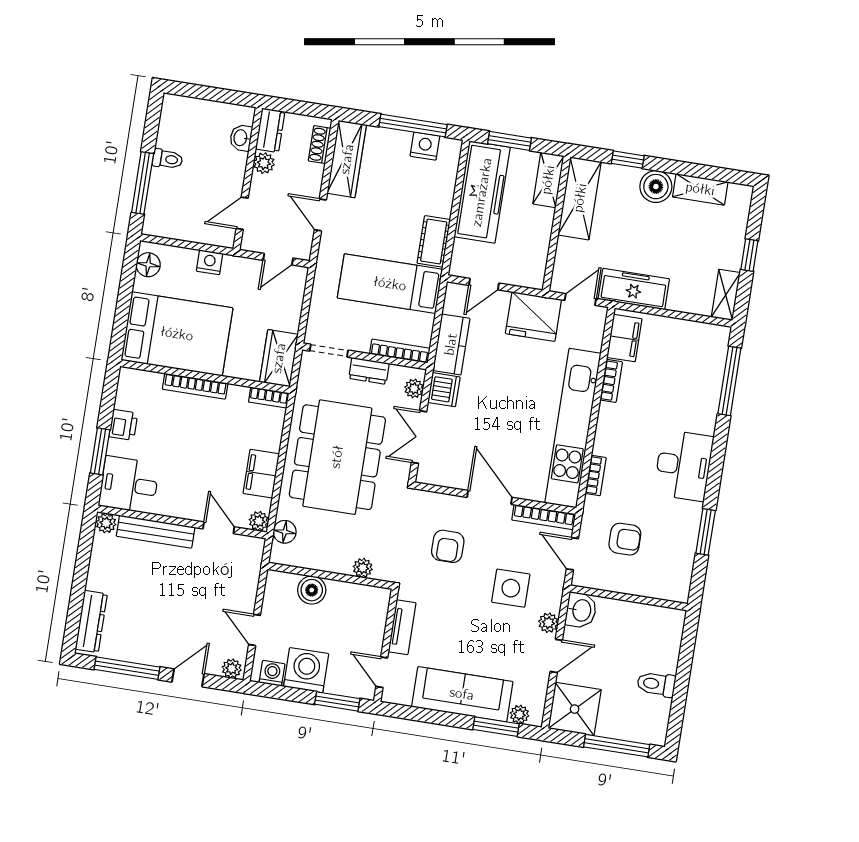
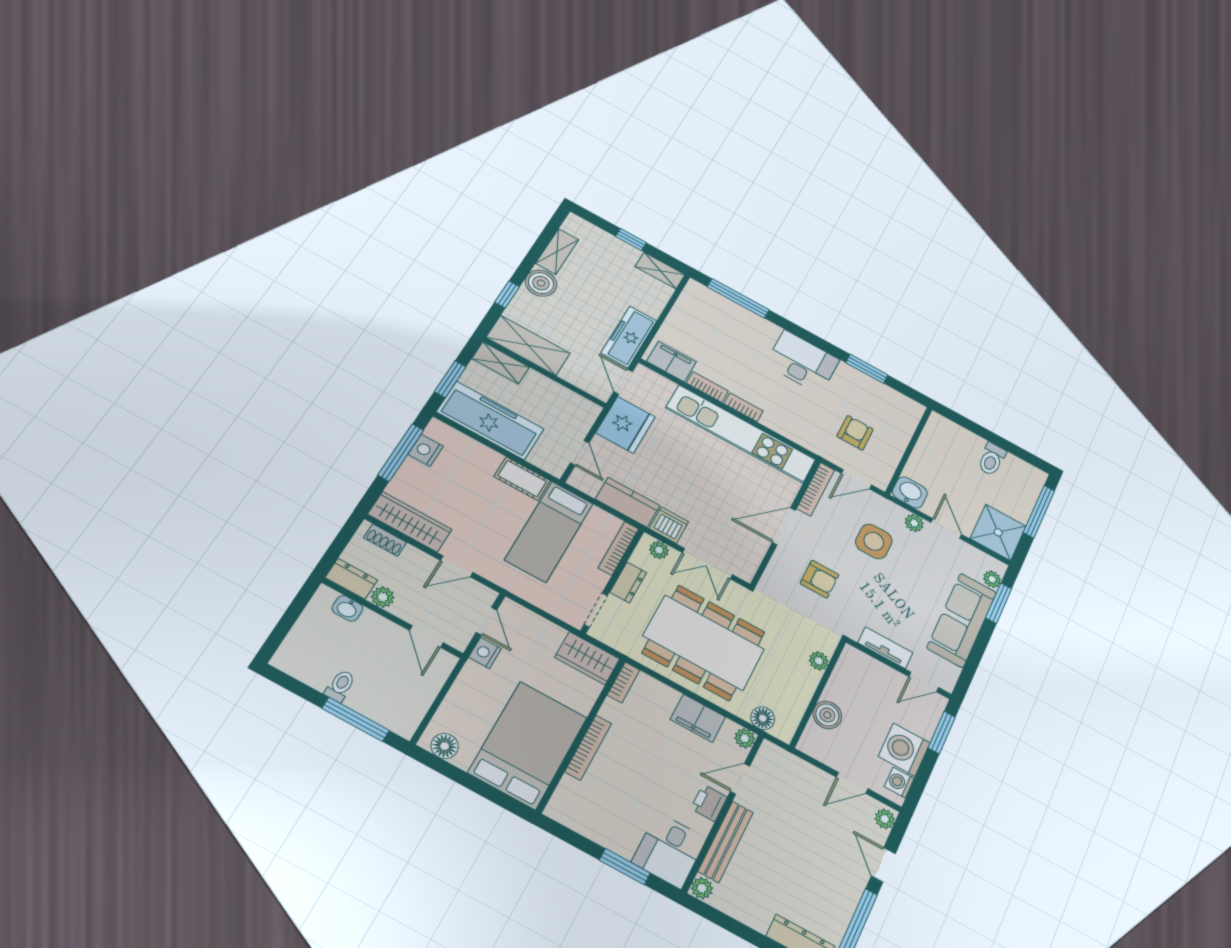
nightstand: (210, 262) -> (485, 653), moved
printer: (123, 425) -> (709, 803), moved, turned -90
bookcase: (596, 475) -> (743, 407), moved

